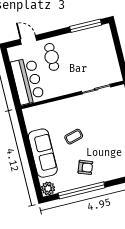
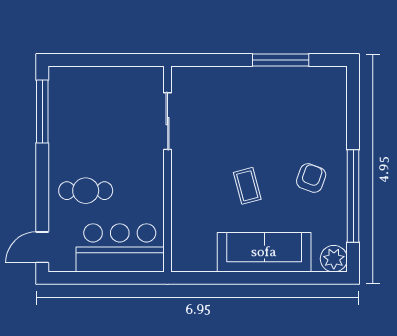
door: (28, 40) -> (42, 247), moved

